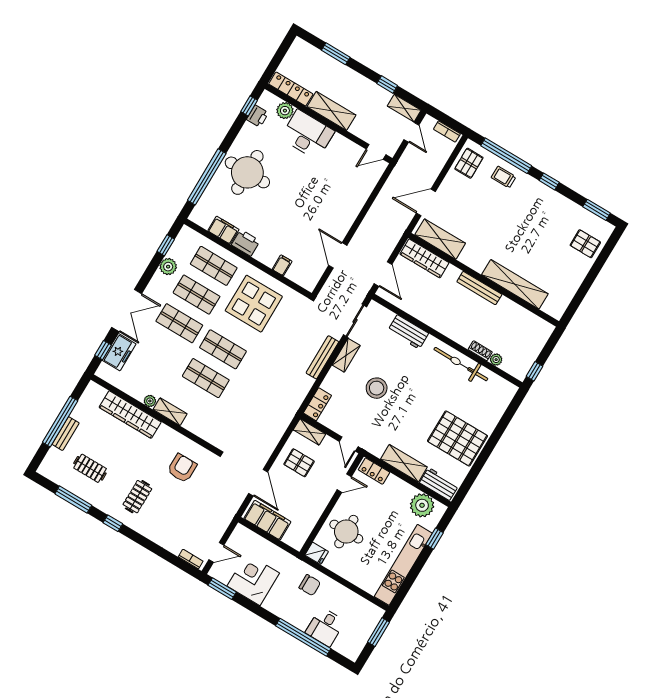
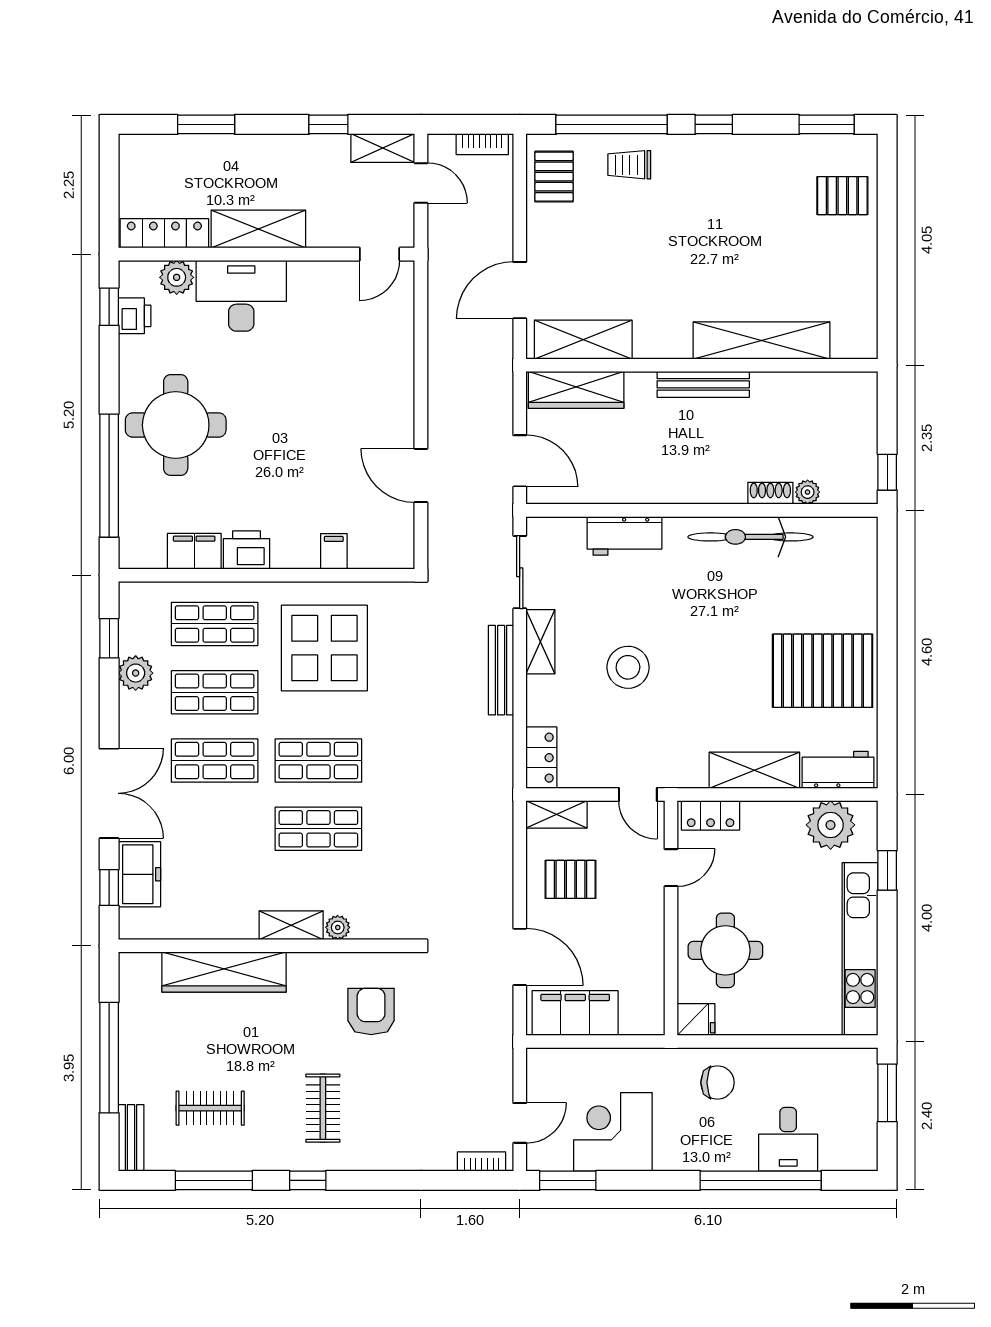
plant: (150, 401) -> (338, 927), moved
bench: (66, 434) -> (131, 1138), moved

